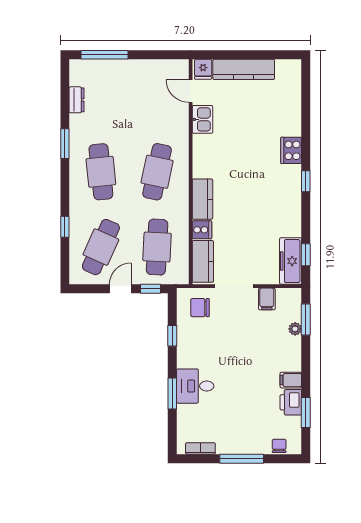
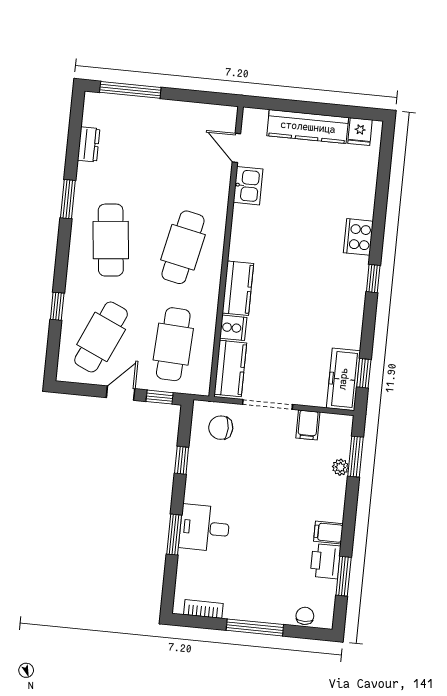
fridge: (203, 69) -> (360, 132), moved

